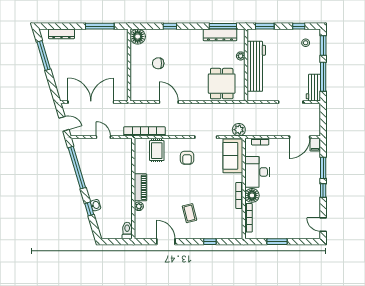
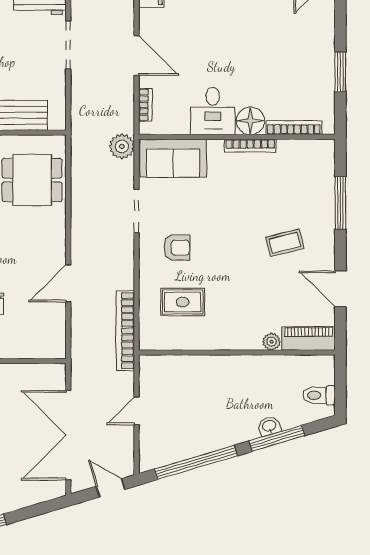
door: (64, 124) -> (111, 488), hinge flipped
door: (300, 137) -> (137, 56), moved
rug: (157, 151) -> (183, 302), moved
desk: (257, 172) -> (213, 111), width x0.73
piano: (140, 187) -> (308, 338), moved
window: (89, 209) -> (277, 438), width x2.17
toilet: (127, 231) -> (319, 395), moved
door: (166, 242) -> (340, 289), hinge flipped
window: (210, 242) -> (340, 203), width x2.17

